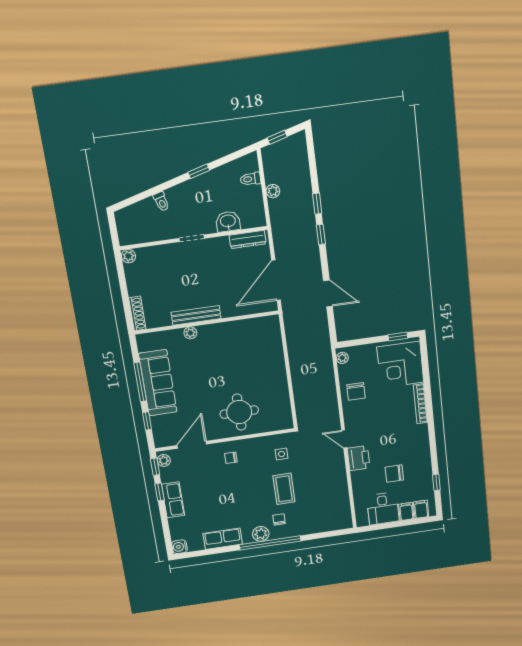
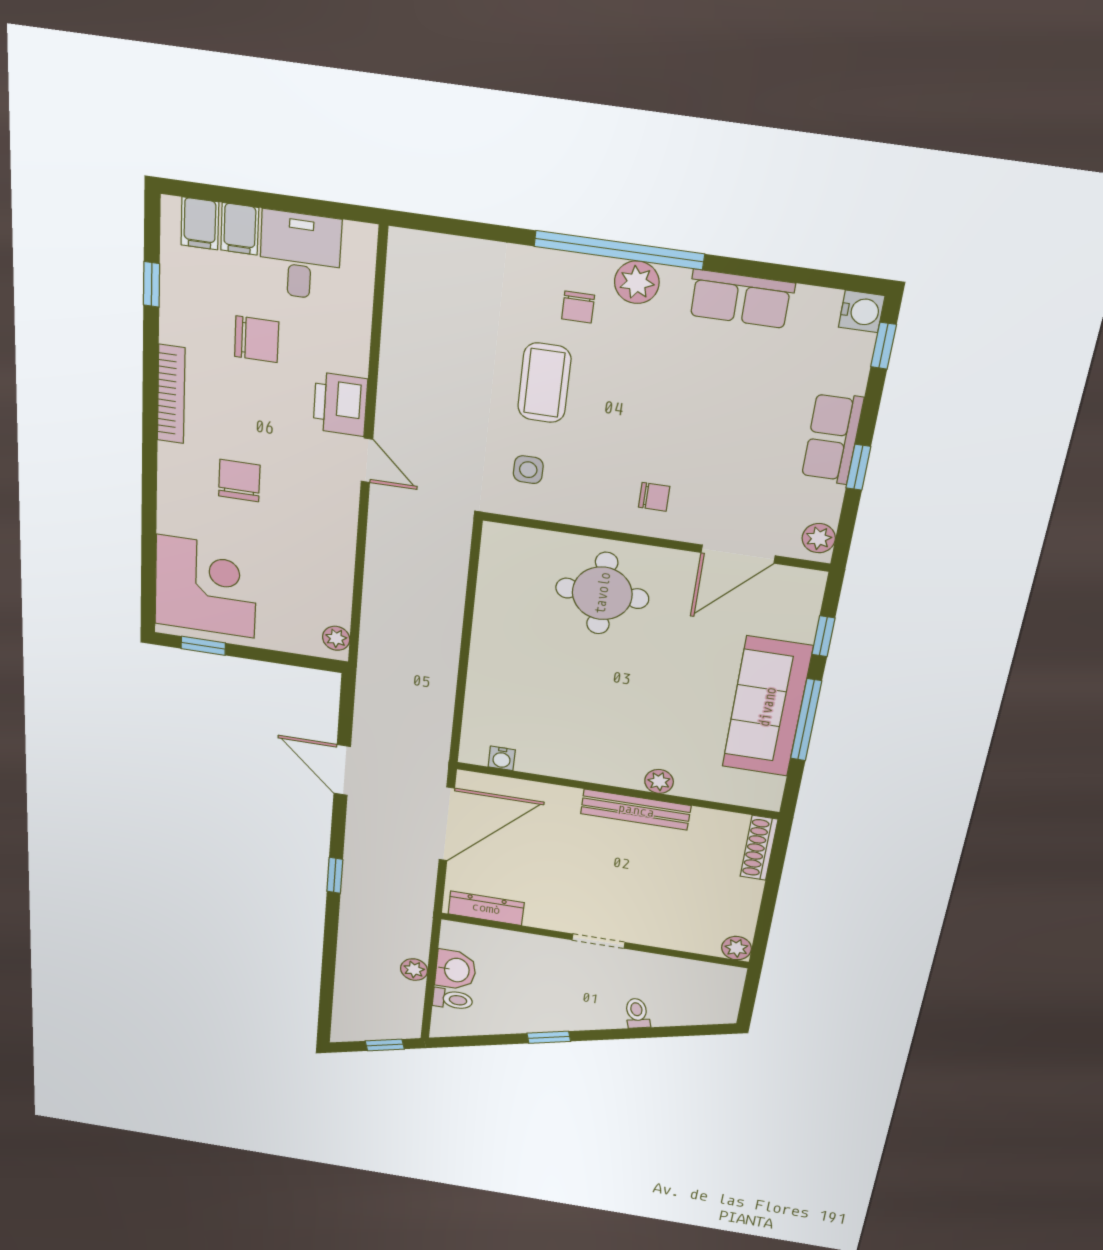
window: (317, 204) -> (331, 927), removed
washbasin: (228, 221) -> (456, 970), moved, turned -90
water cooler: (260, 322) -> (502, 758), added
chair: (356, 391) -> (239, 481), moved
bookcase: (420, 404) -> (171, 394), moved
window: (155, 467) -> (883, 346), moved

